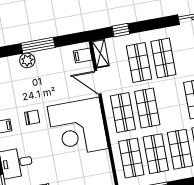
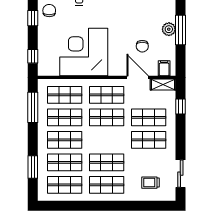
plant: (27, 60) -> (169, 29), moved
door: (98, 82) -> (138, 77), hinge flipped
chair: (32, 117) -> (142, 46), moved
corner desk: (78, 128) -> (84, 52), moved

